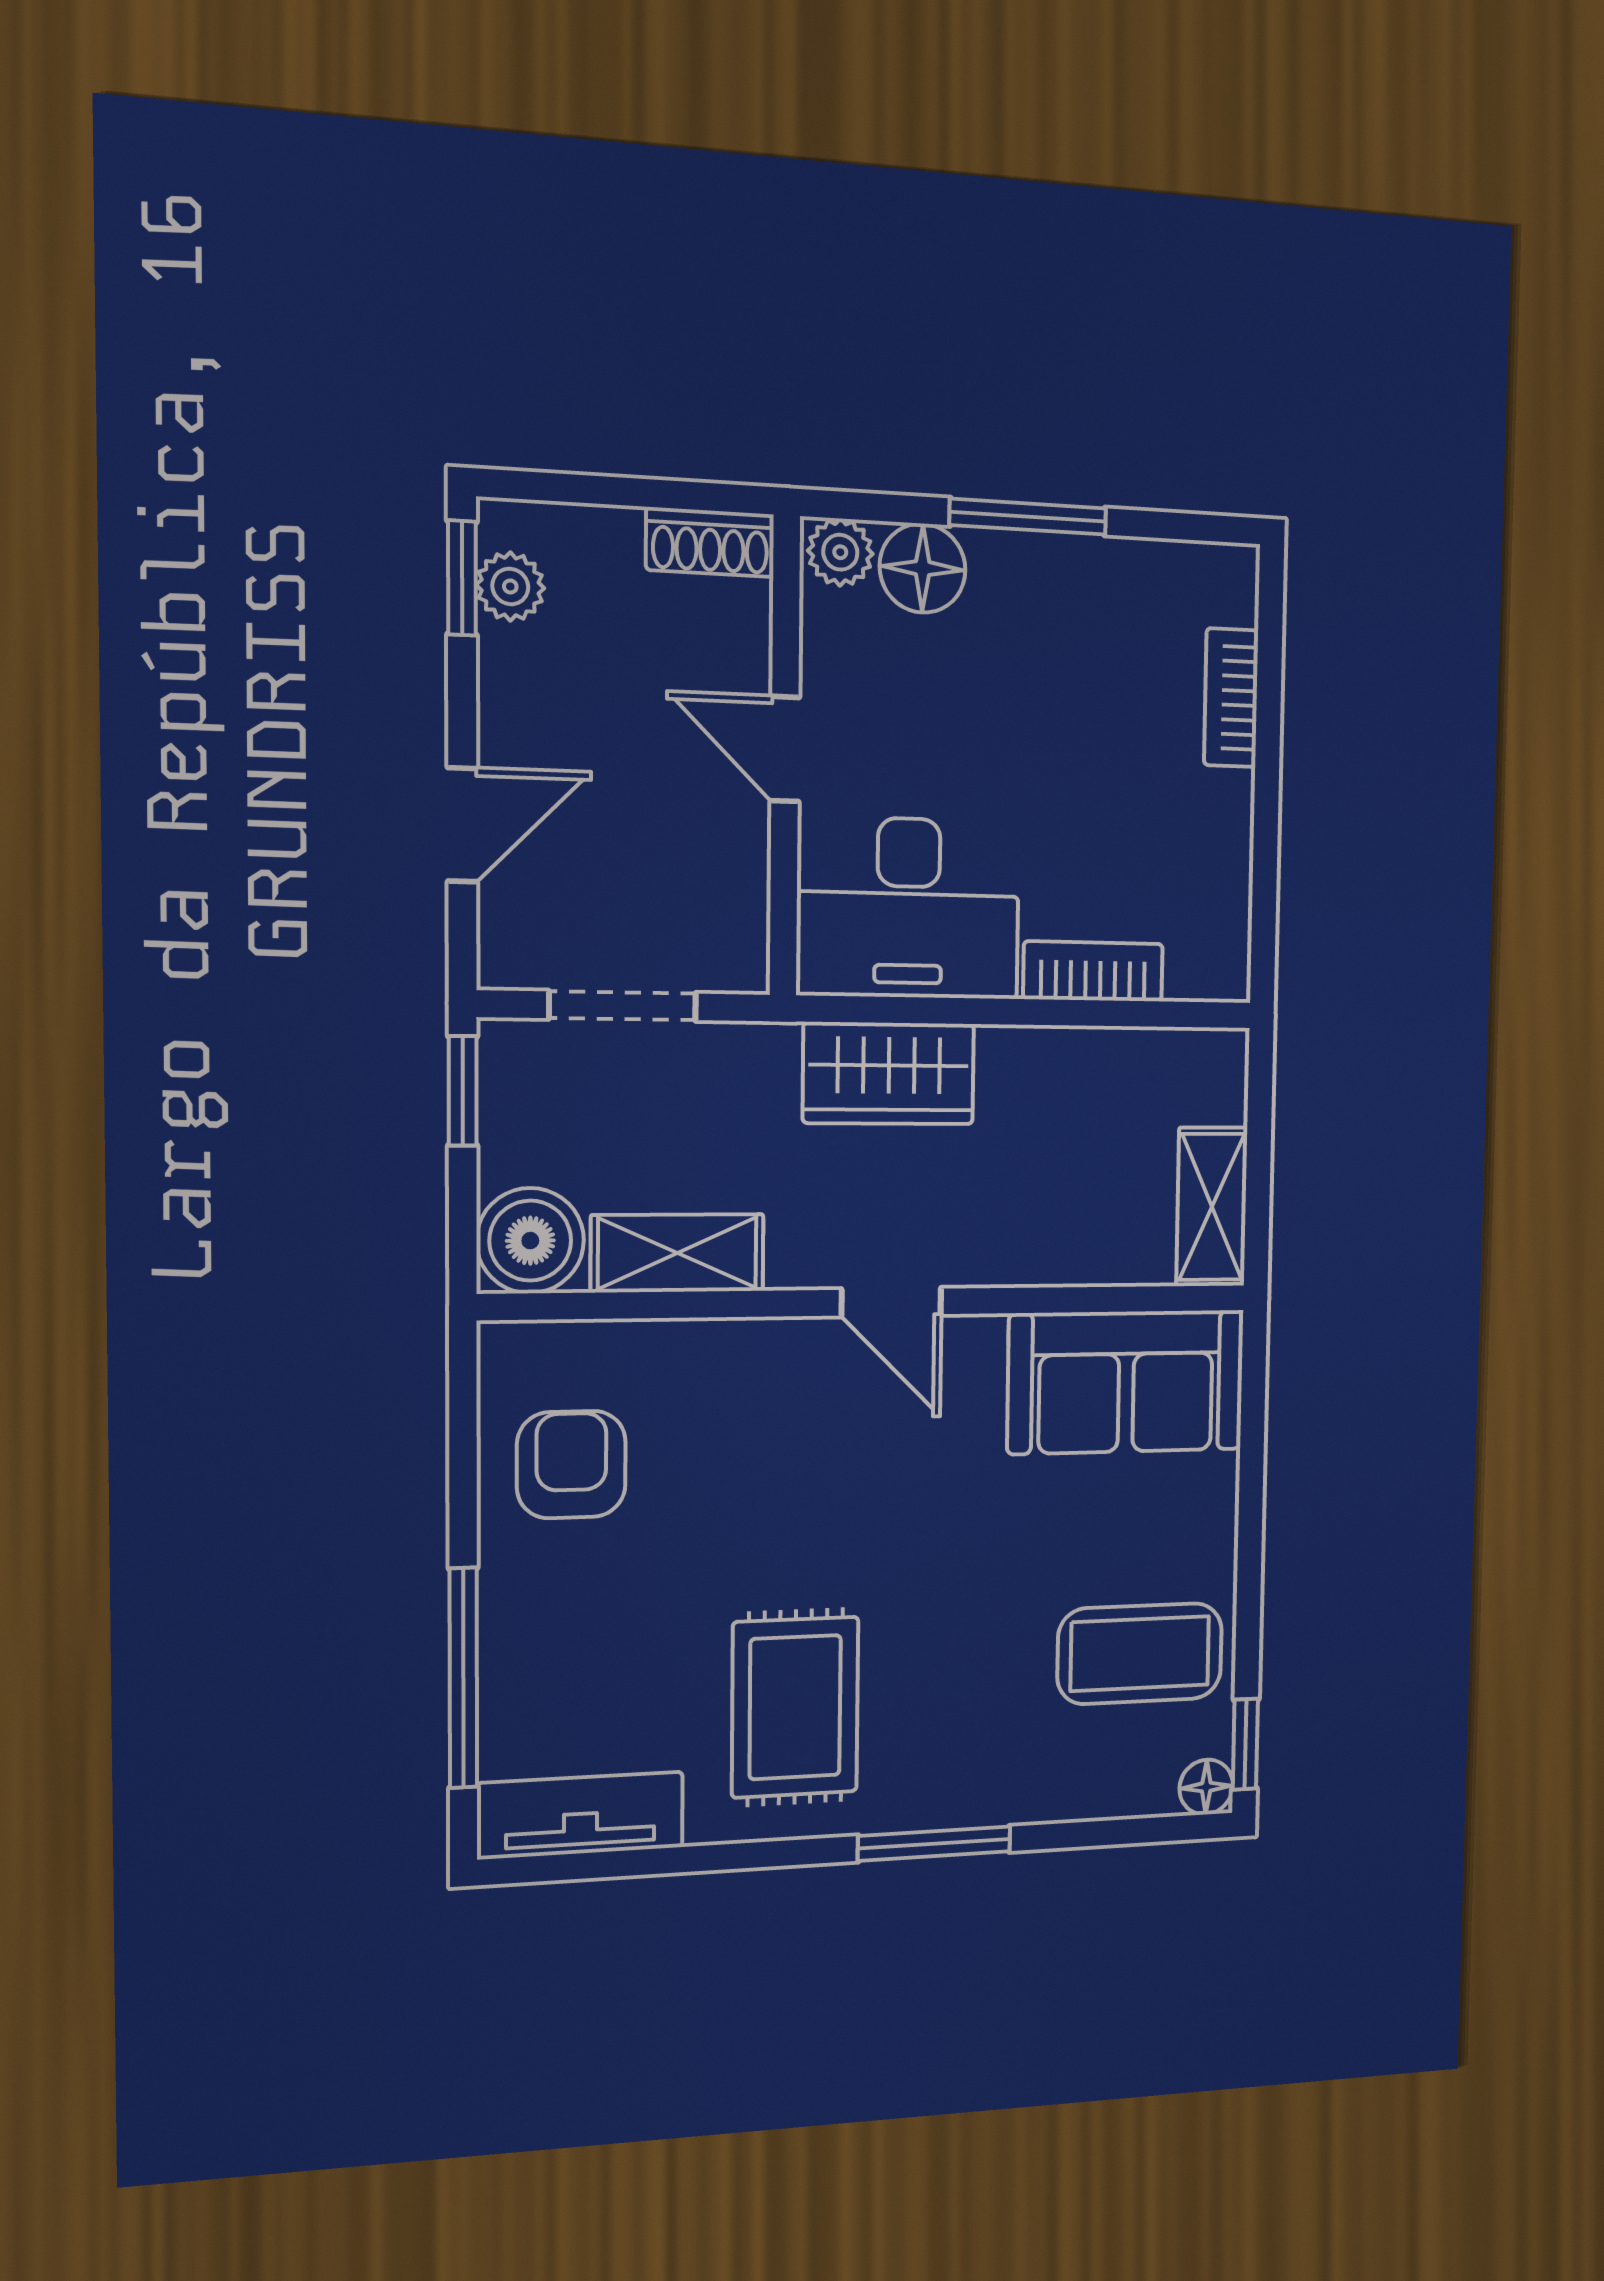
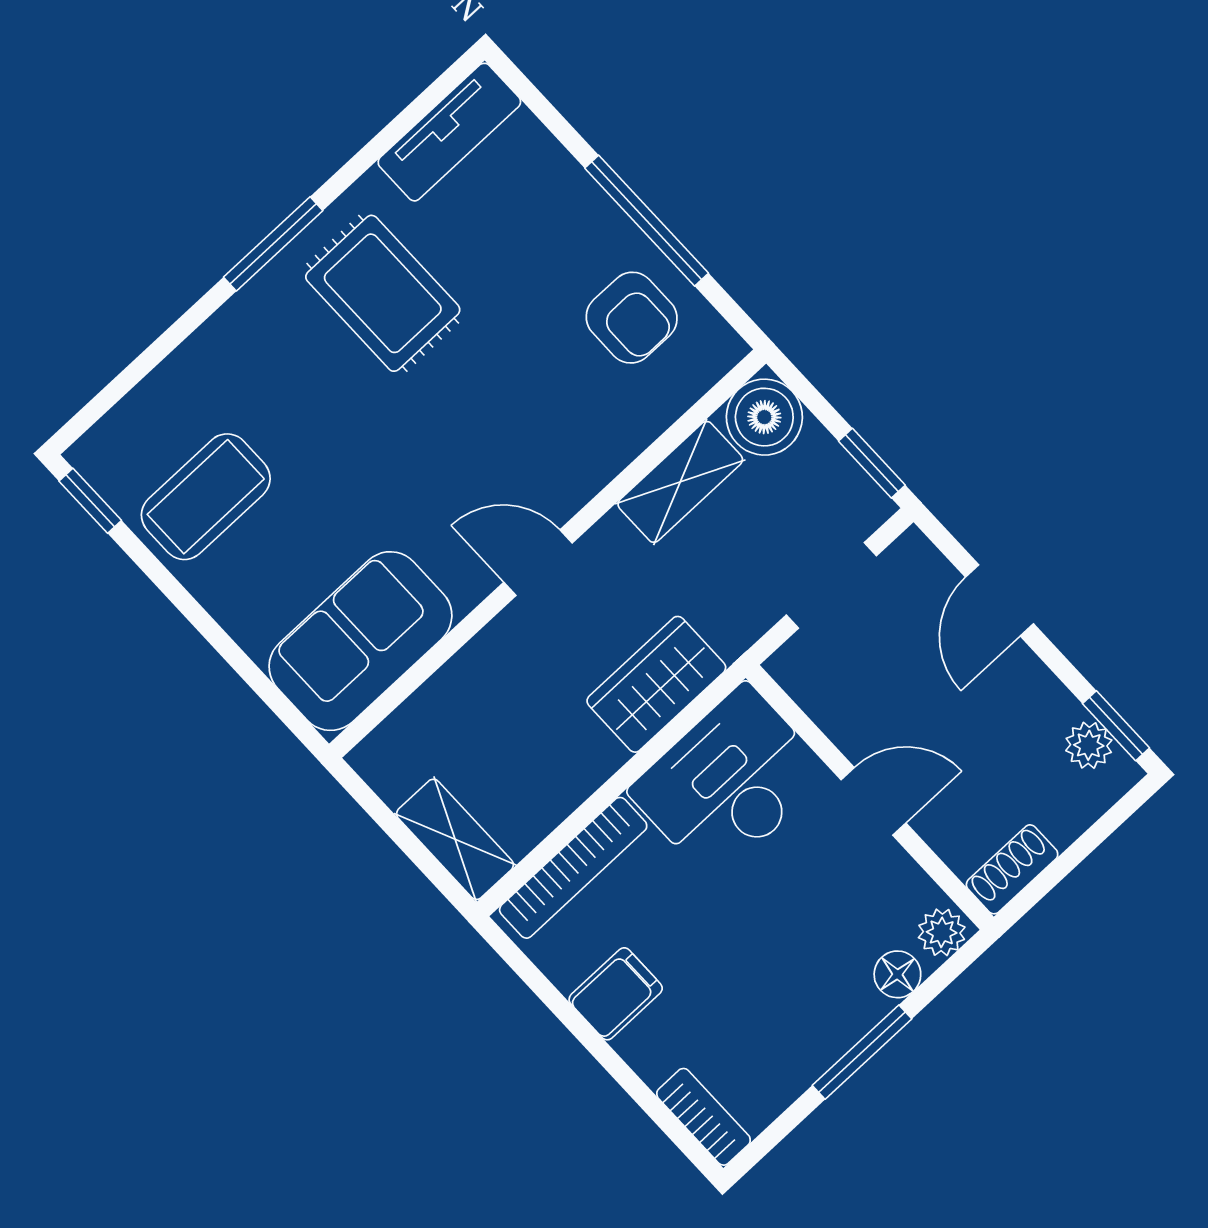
floor lamp: (923, 568) -> (897, 974), width x0.73, depth x0.73
bookcase: (1231, 698) -> (704, 1117), moved
filing cabinet: (1204, 812) -> (616, 994), added
bookcase: (1093, 971) -> (573, 868), width x1.56
shelving: (1212, 1207) -> (455, 839), moved
window: (463, 1678) -> (647, 221), moved
floor lamp: (1206, 1787) -> (91, 456), removed
window: (934, 1844) -> (273, 244), moved

